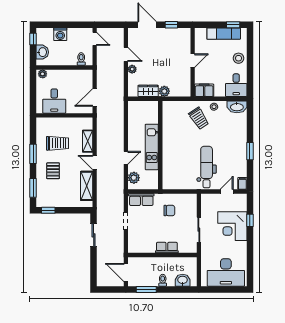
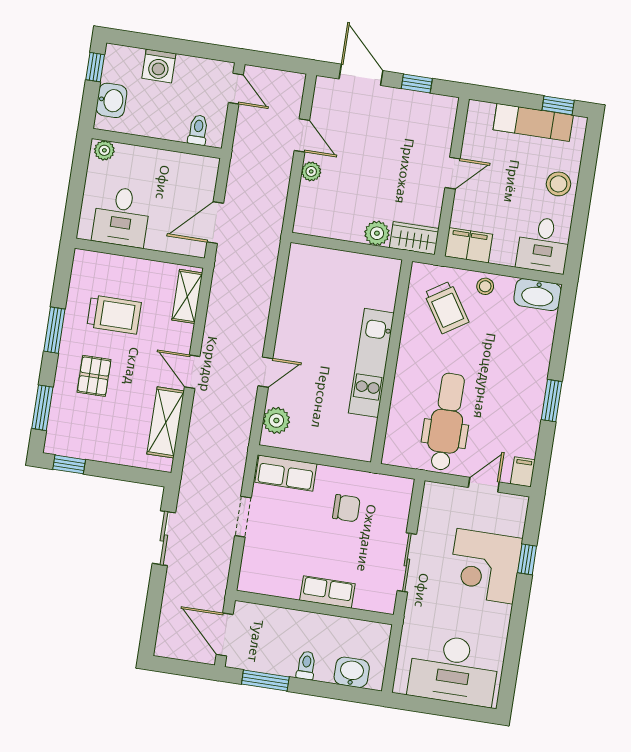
wardrobe: (148, 91) -> (414, 238), moved
shelving: (88, 141) -> (187, 296), moved
wall: (160, 145) -> (392, 362), moved
kitchen unit: (152, 147) -> (371, 363), moved

